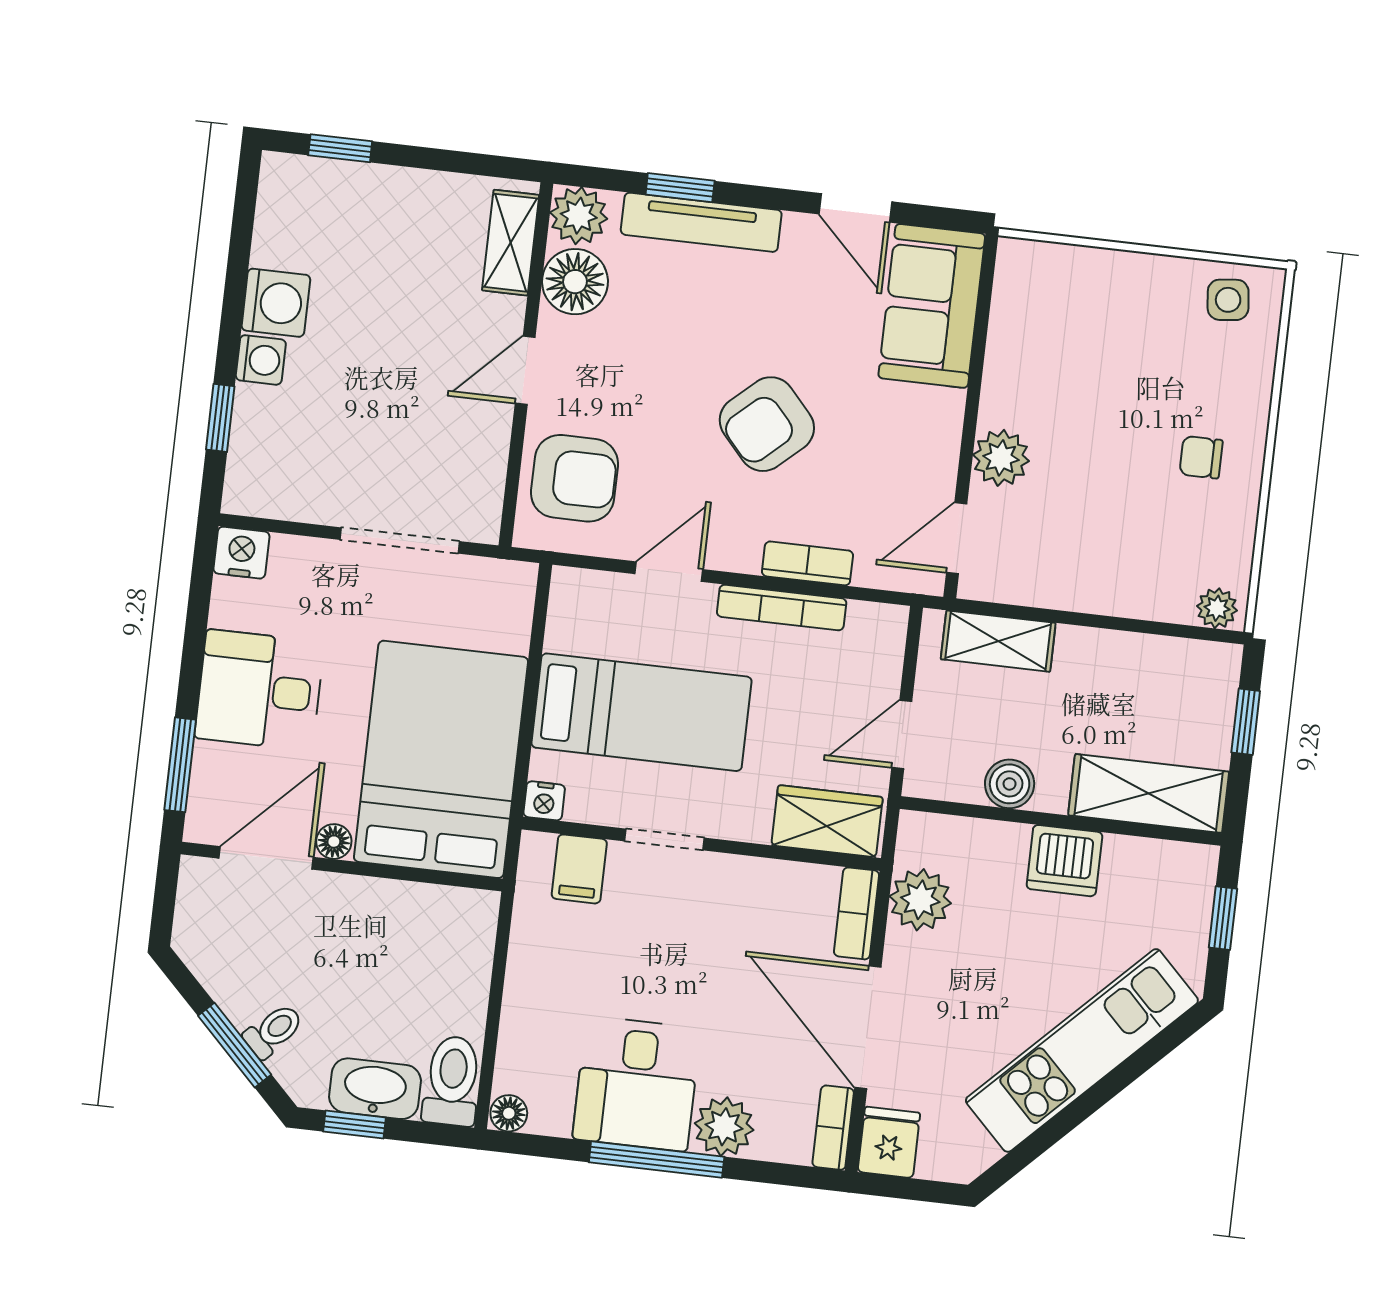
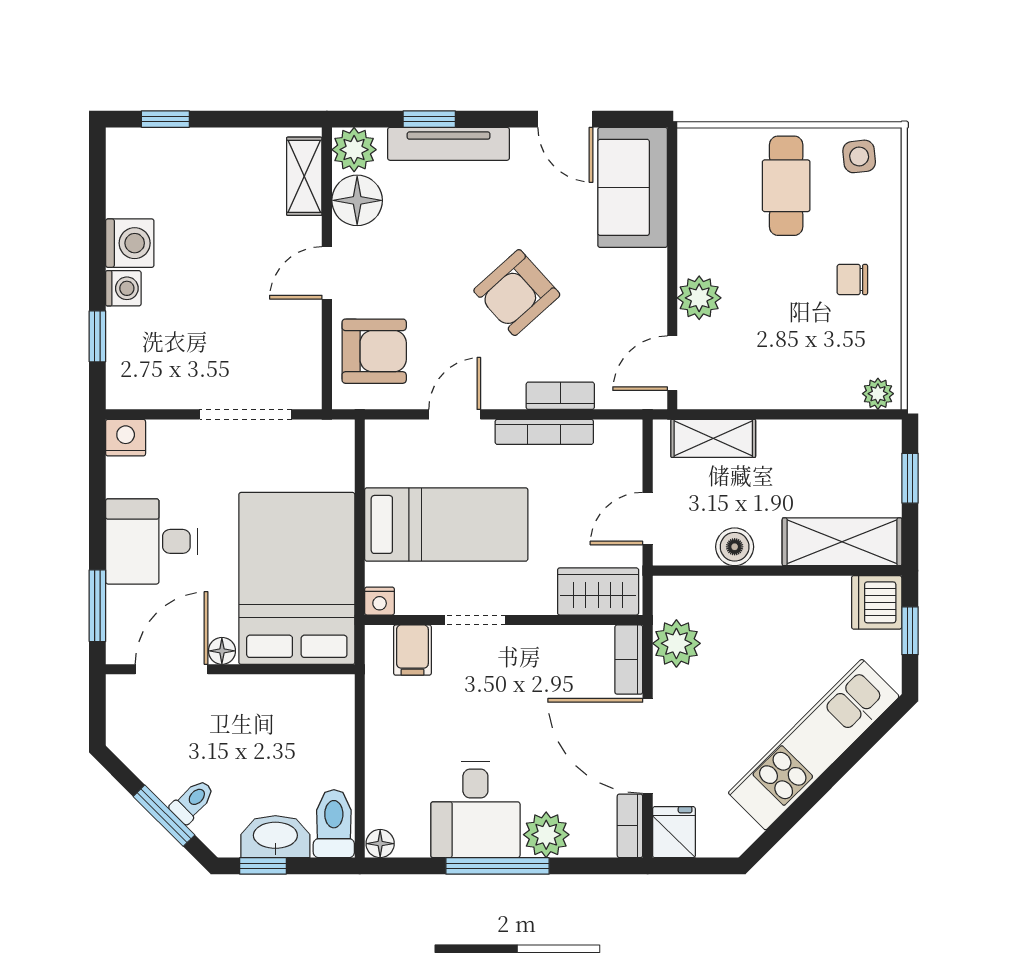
cafe table: (1130, 327) -> (786, 186), added
dishwasher: (1064, 861) -> (877, 602), moved, turned 90

